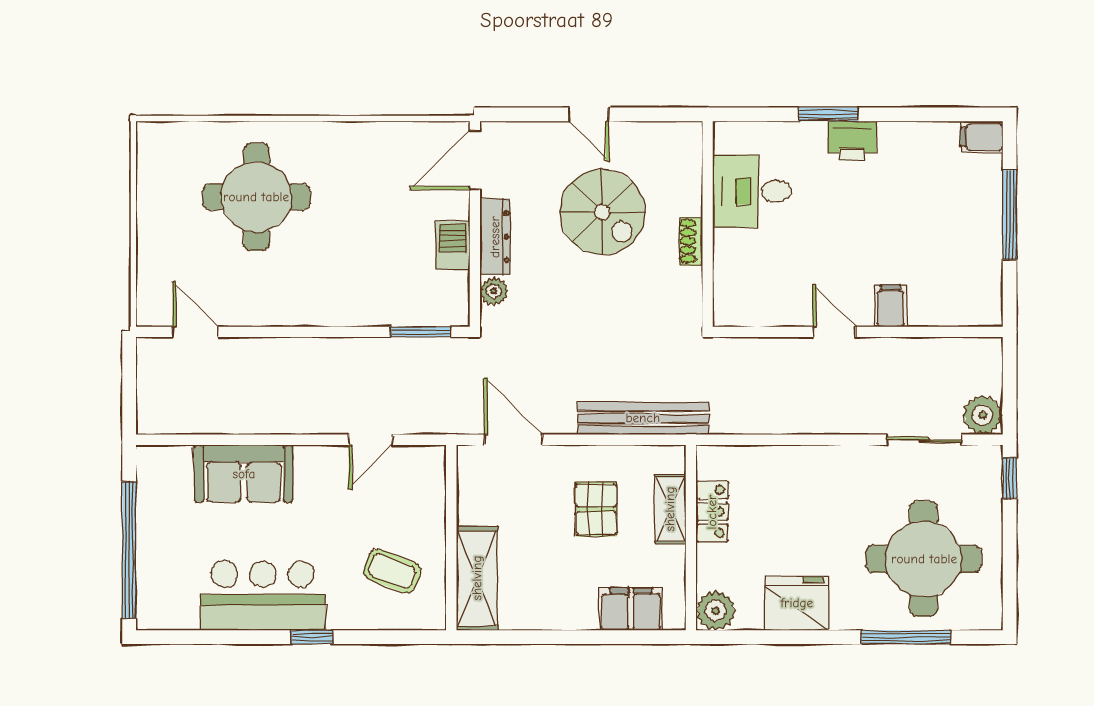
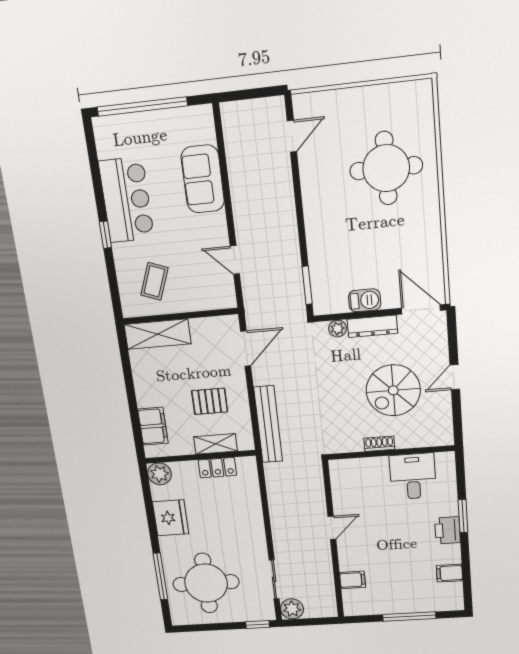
filing cabinet: (982, 137) -> (450, 573), moved, turned -90
filing cabinet: (890, 306) -> (352, 580), moved

